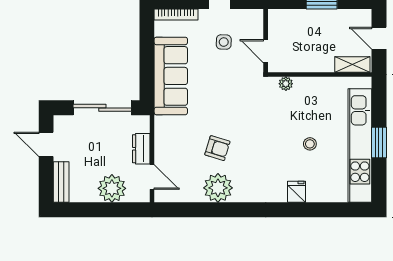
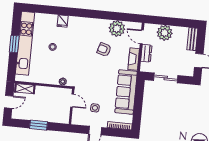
door: (379, 38) -> (9, 102), hinge flipped
sliding door: (102, 108) -> (166, 78), width x0.73
fireplace: (163, 136) -> (134, 59), added
plant: (218, 188) -> (117, 29), moved

